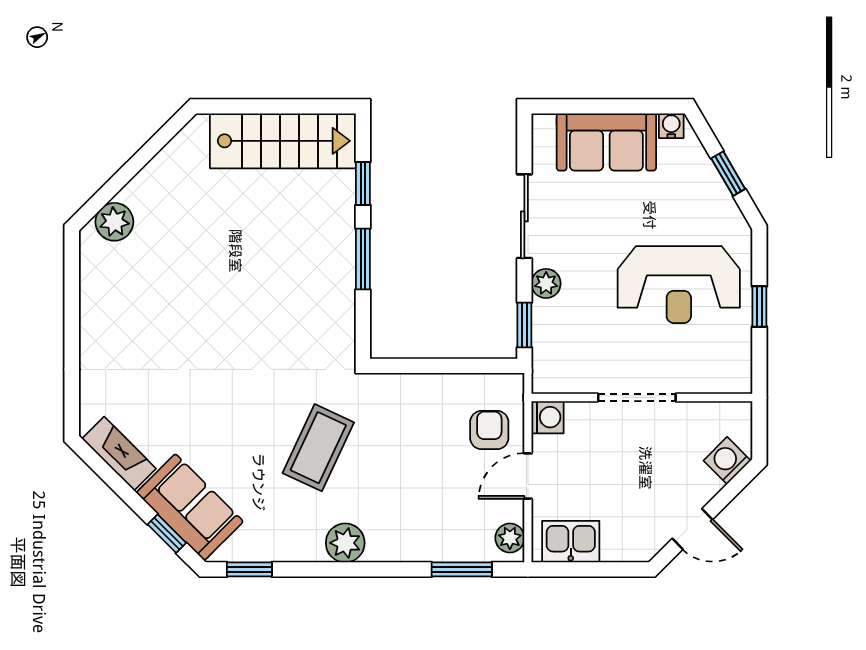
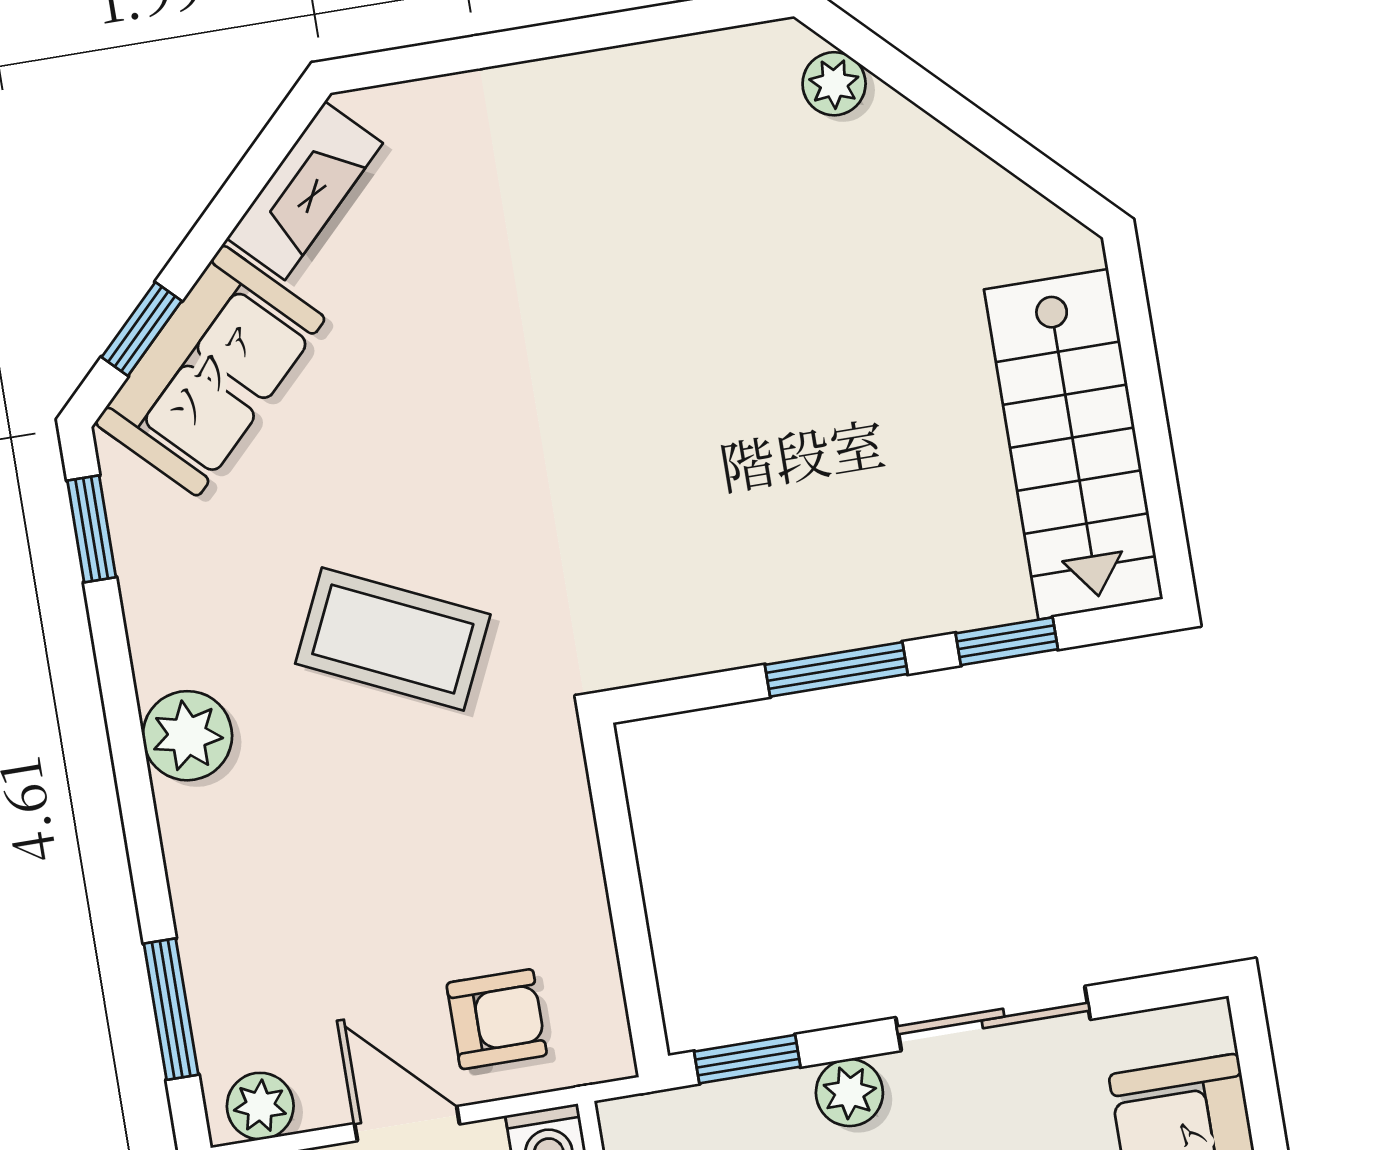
plant: (114, 222) -> (834, 84), width x0.73, depth x0.73

